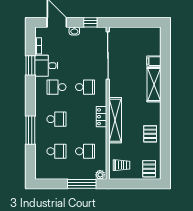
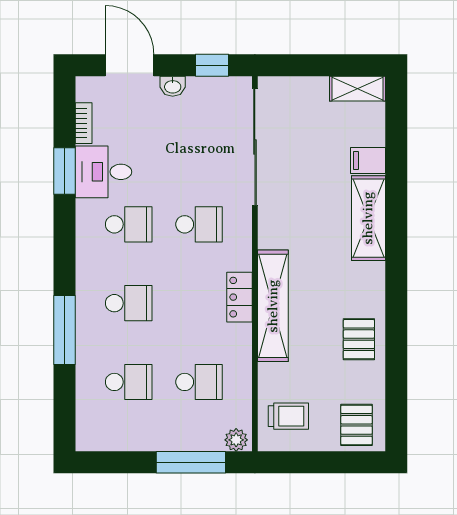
shelving: (150, 32) -> (358, 89), added
school desk: (56, 87) -> (129, 224), turned 180

